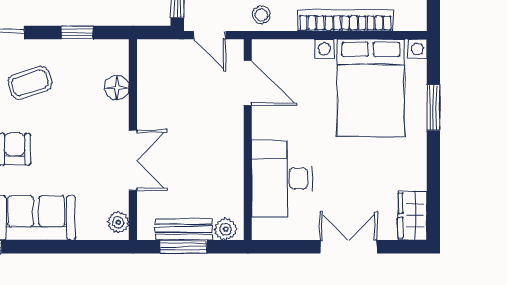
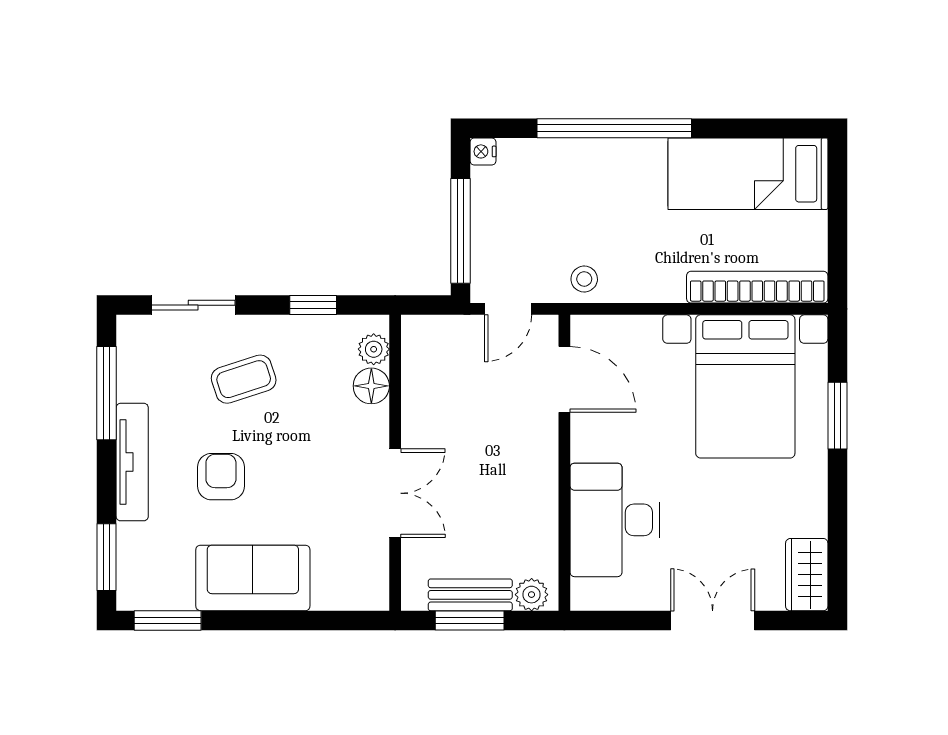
bookcase: (345, 20) -> (757, 287), moved
door: (210, 35) -> (508, 309), hinge flipped
plant: (118, 222) -> (374, 349), moved

